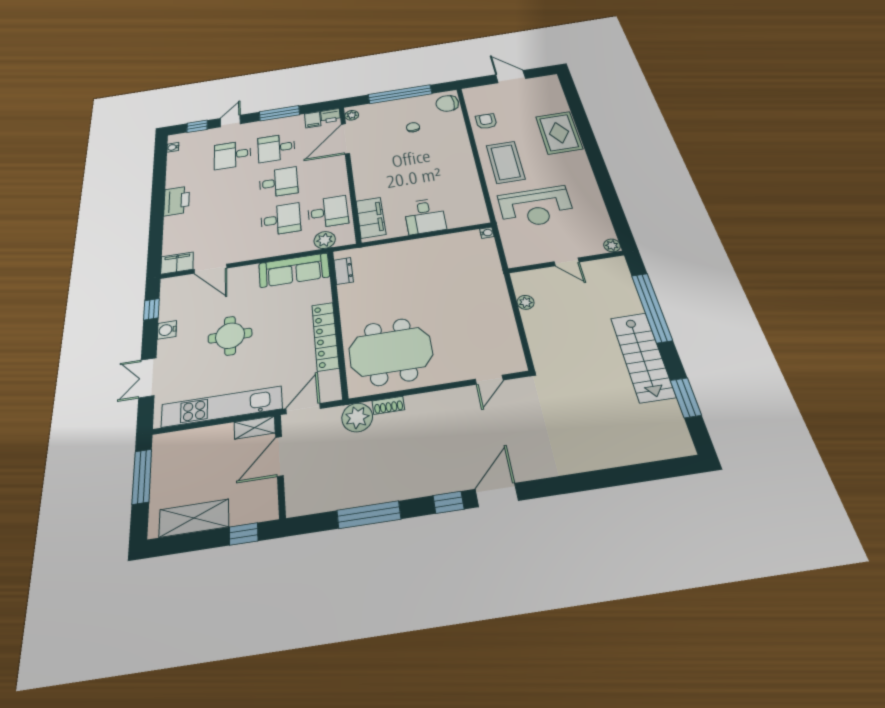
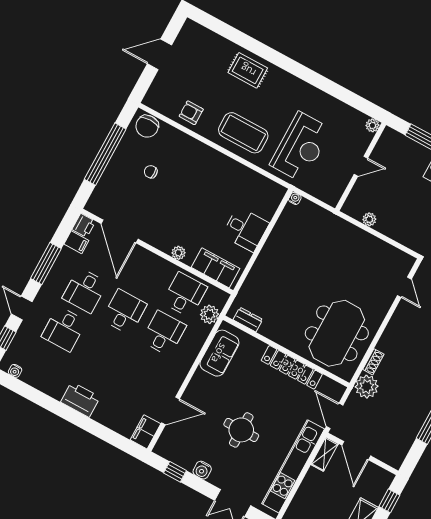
plant: (352, 115) -> (179, 253), moved
rug: (559, 133) -> (248, 70), width x0.73, depth x0.70
sofa: (294, 270) -> (219, 353), width x0.73

